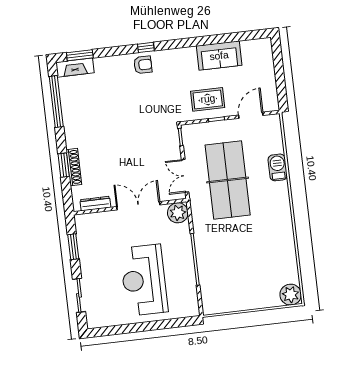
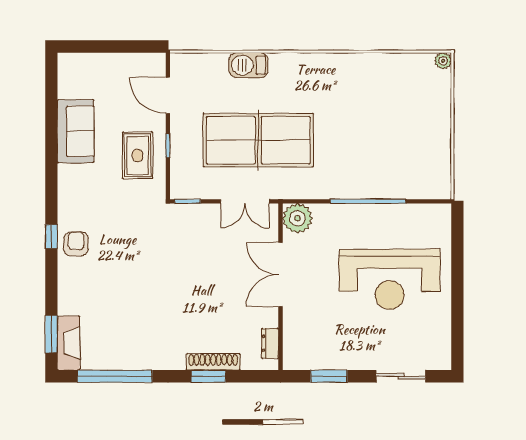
dresser: (95, 204) -> (270, 343), width x0.70
plant: (291, 295) -> (443, 61), width x0.53, depth x0.53

